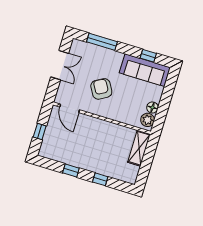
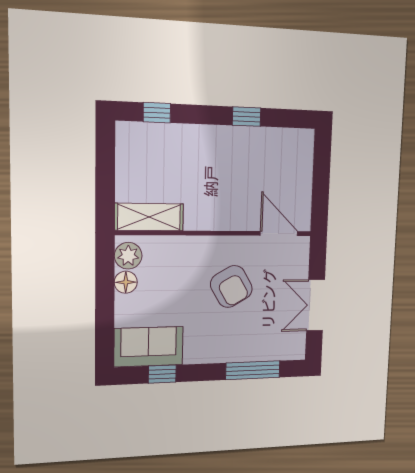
sofa: (145, 70) -> (149, 347), width x0.73
window: (40, 132) -> (321, 175), removed
shelving: (139, 148) -> (149, 217), moved, turned 90
window: (100, 179) -> (157, 113), moved

